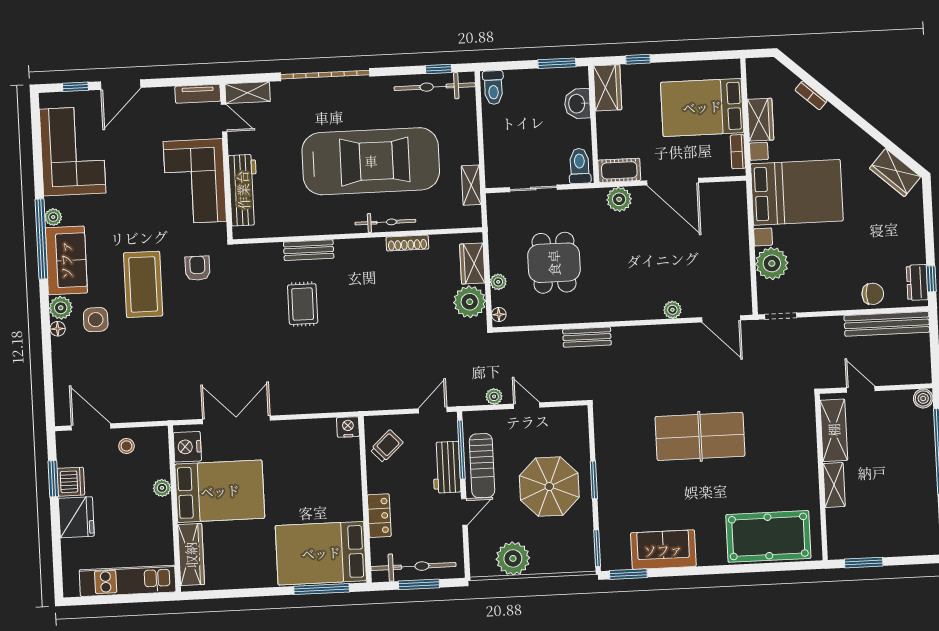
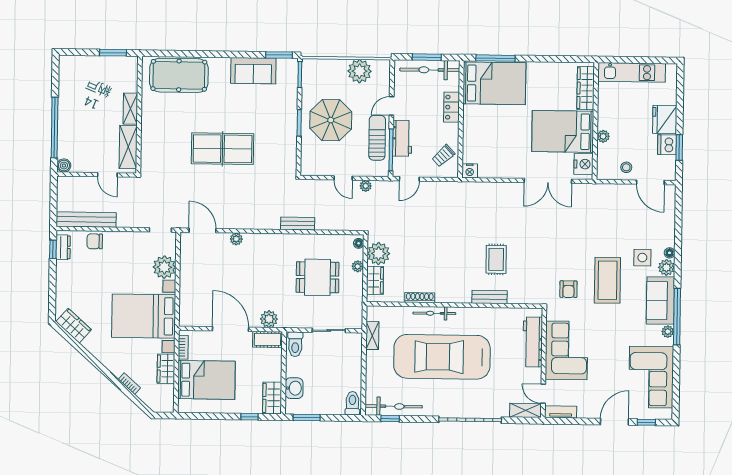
dining table: (554, 263) -> (318, 277), turned 90

